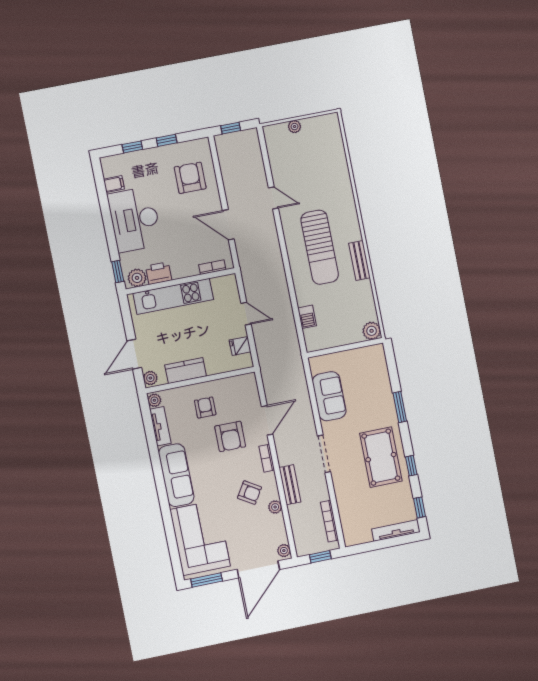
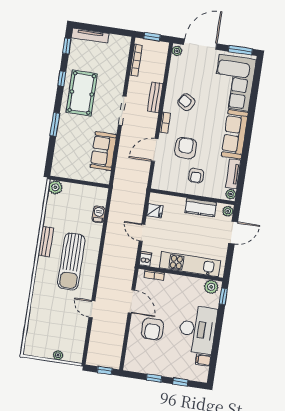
armchair: (190, 178) -> (152, 329), moved
sun lounger: (320, 247) -> (71, 262), turned 180
printer: (159, 273) -> (194, 285), removed
dishwasher: (230, 283) -> (145, 259), added
plant: (275, 507) -> (172, 85), removed

